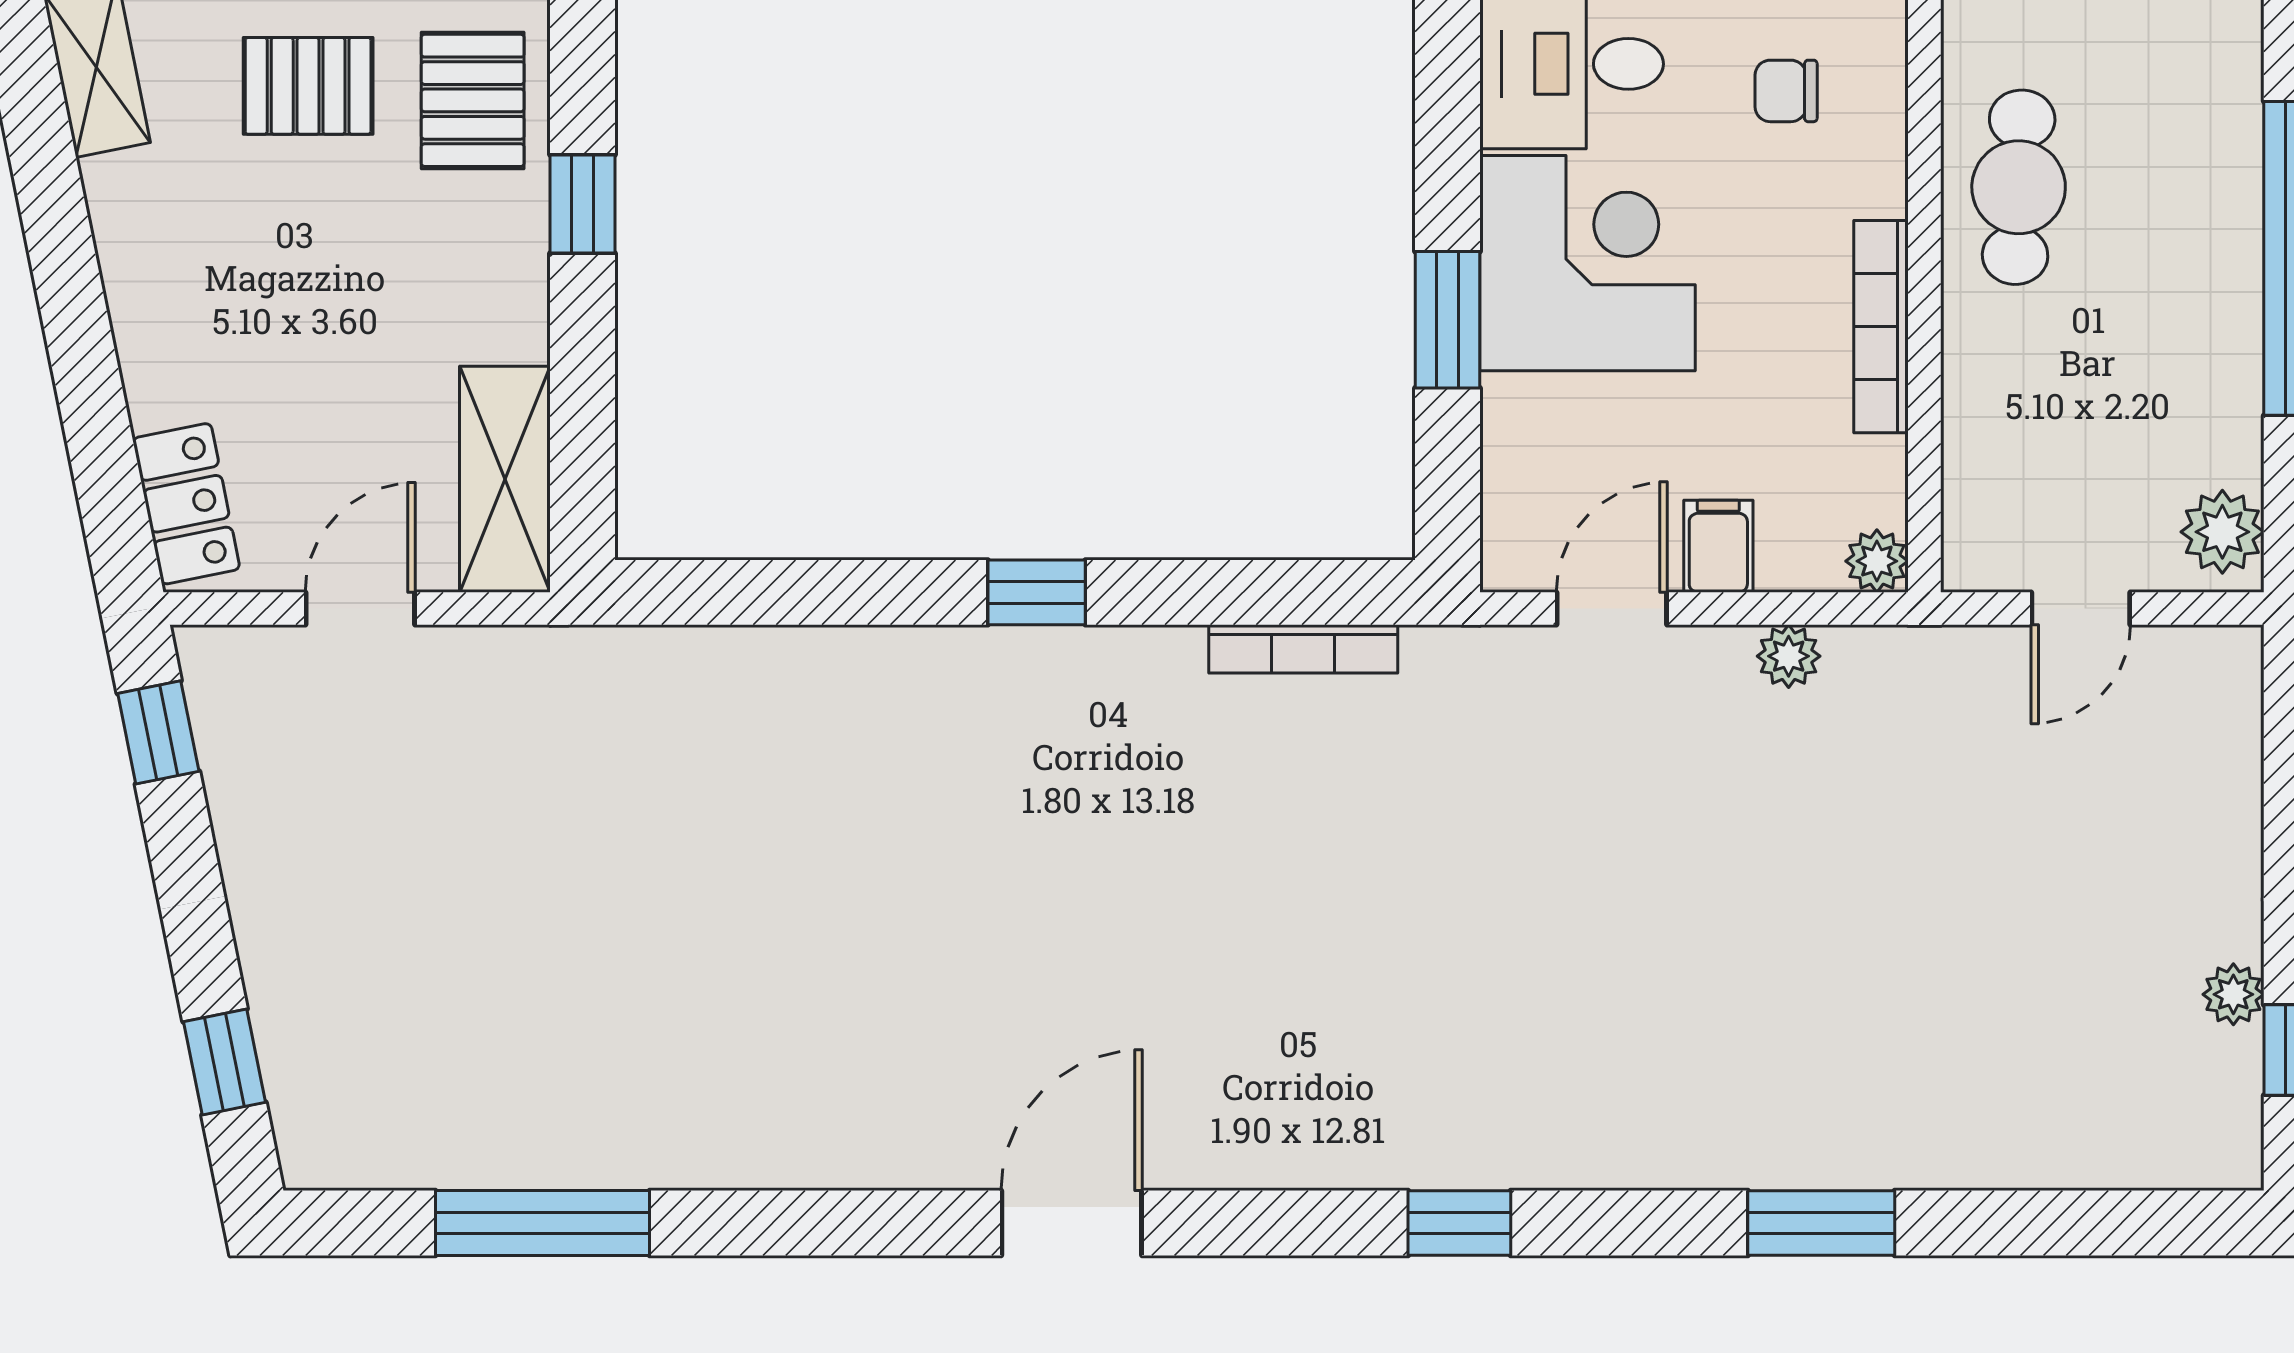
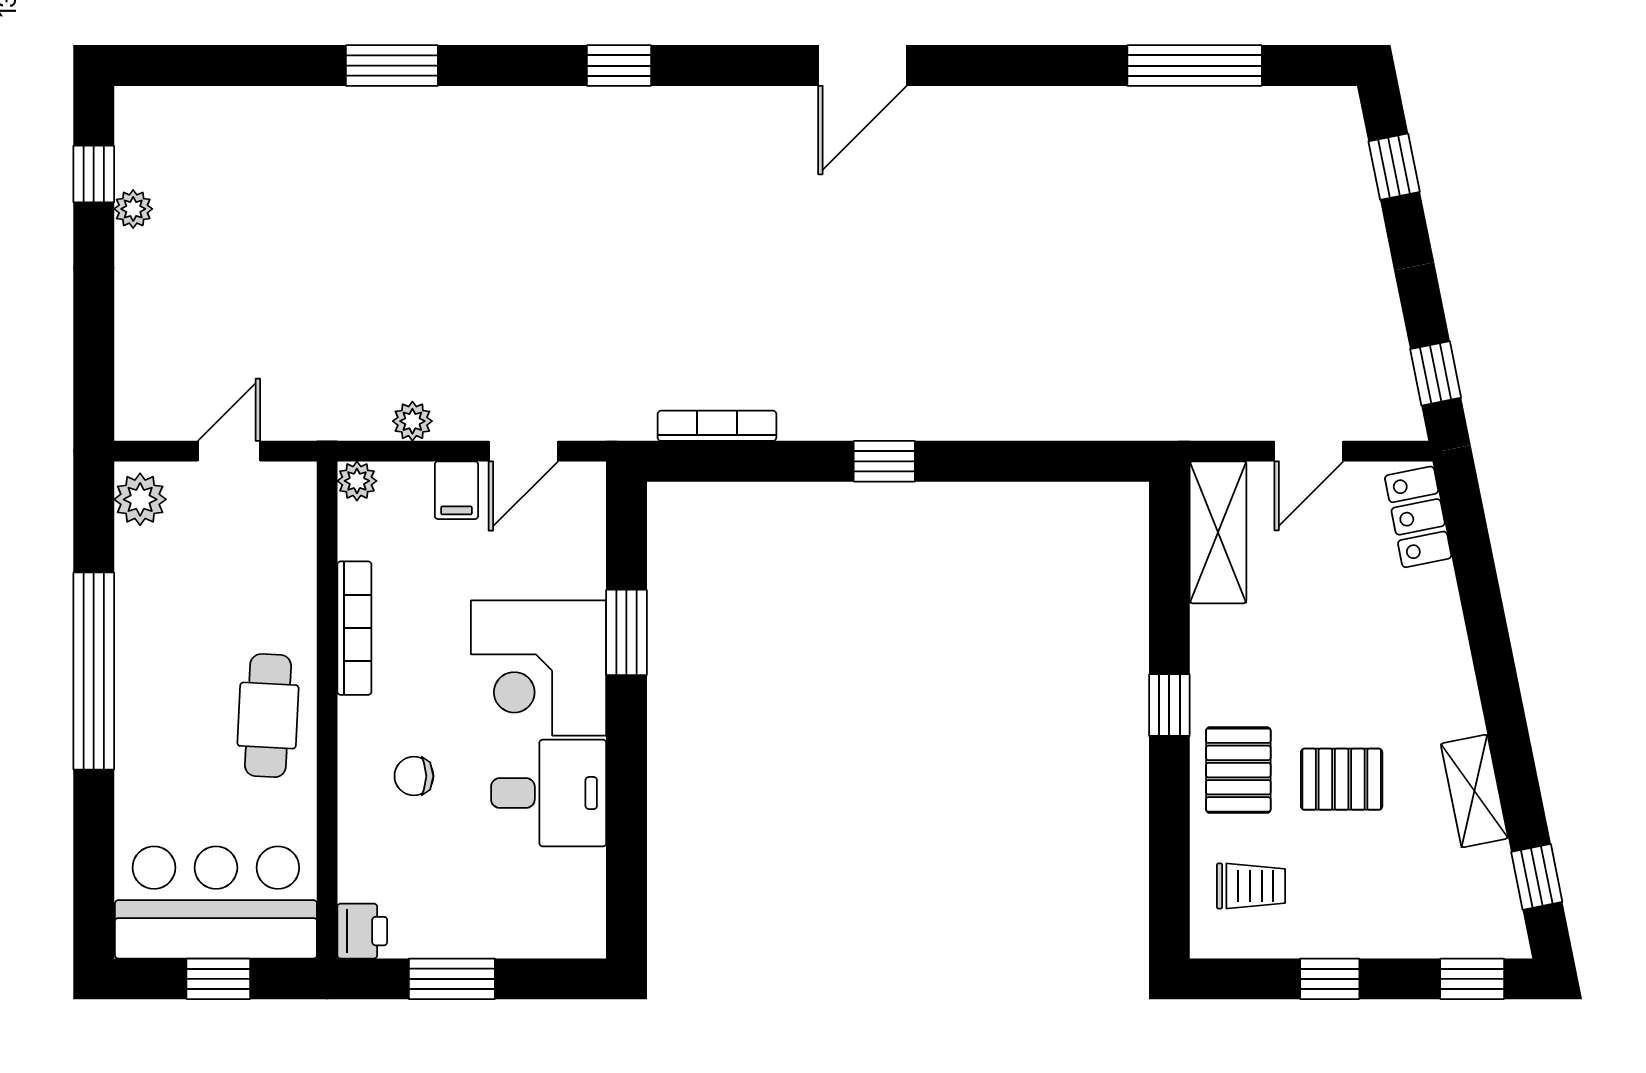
chair: (1786, 91) -> (414, 776), turned 180

